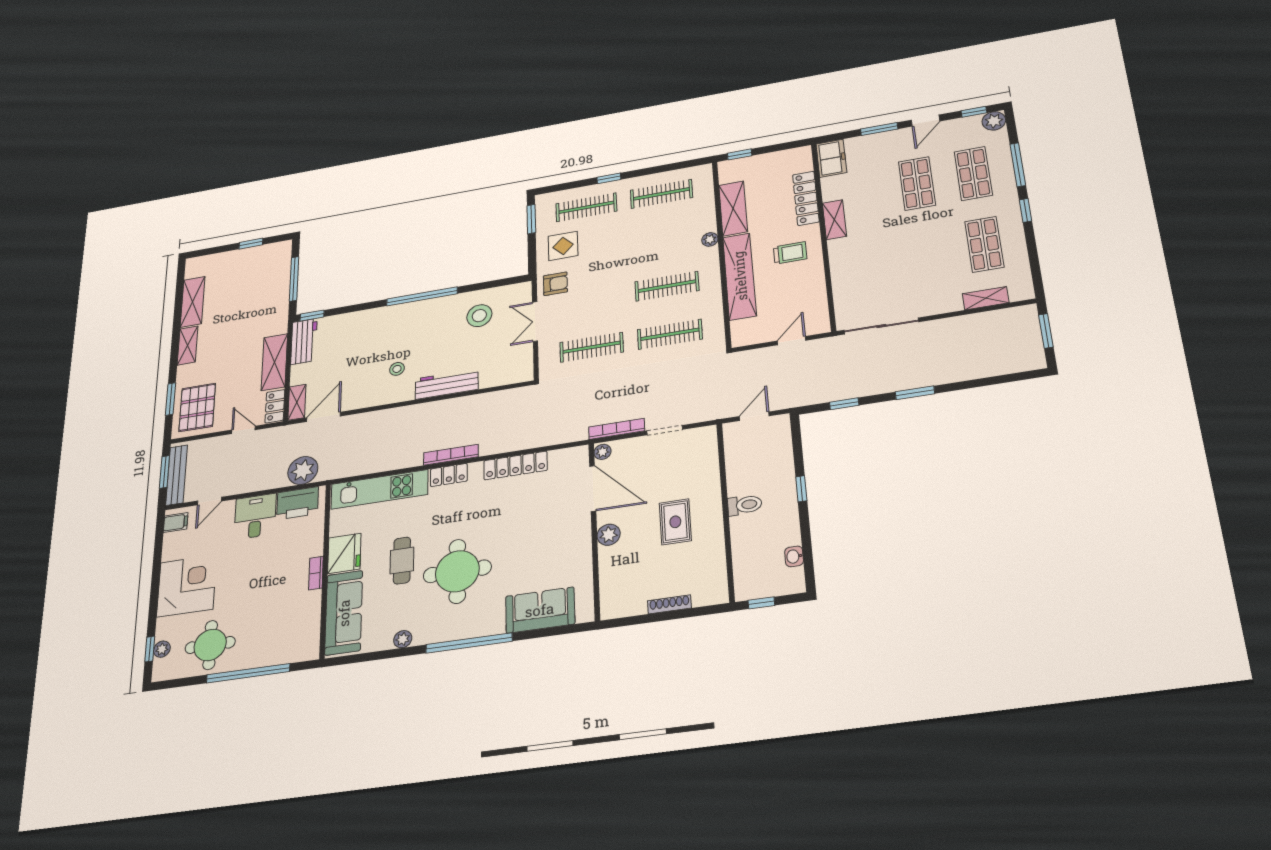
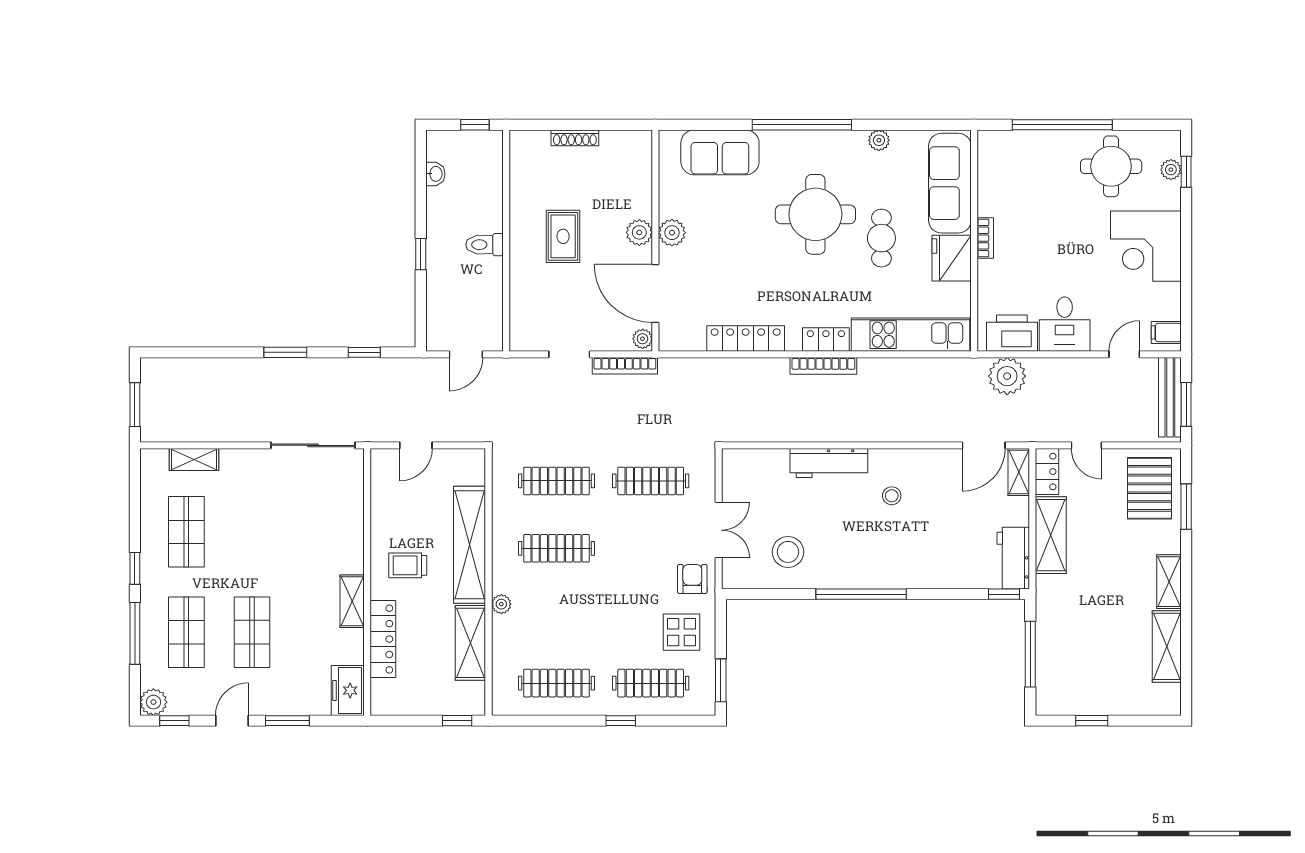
armchair: (555, 284) -> (692, 579), turned 90
plant: (580, 539) -> (672, 233), added

